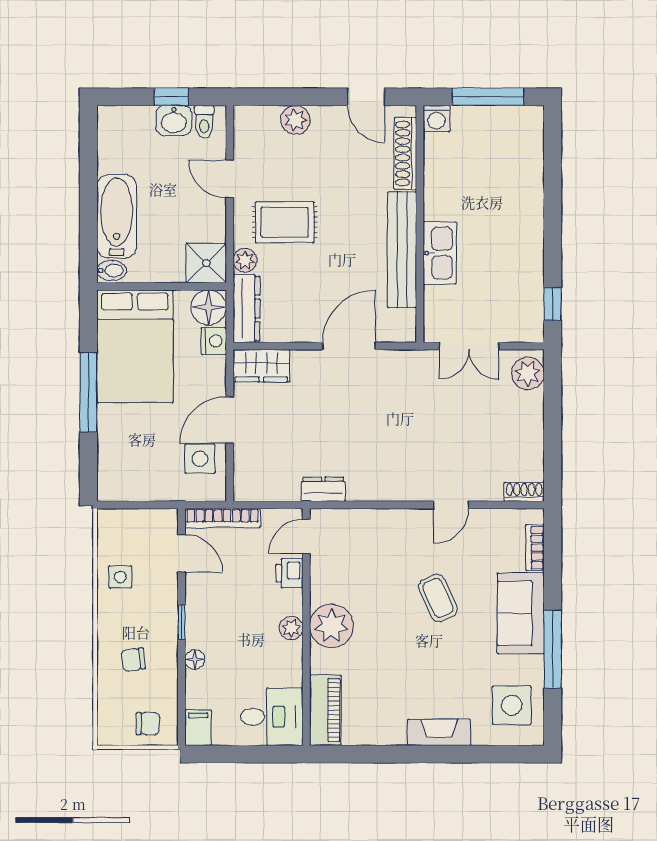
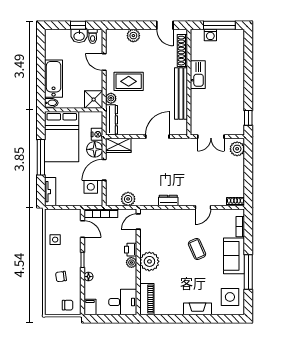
washing machine: (436, 119) -> (210, 35), moved
kitchen sink: (440, 253) -> (198, 75), moved
floor lamp: (209, 307) -> (95, 149), moved
tv unit: (109, 470) -> (50, 192), added
plant: (284, 486) -> (128, 199), added
dresser: (323, 489) -> (168, 200), moved
printer: (289, 573) -> (131, 250), moved

